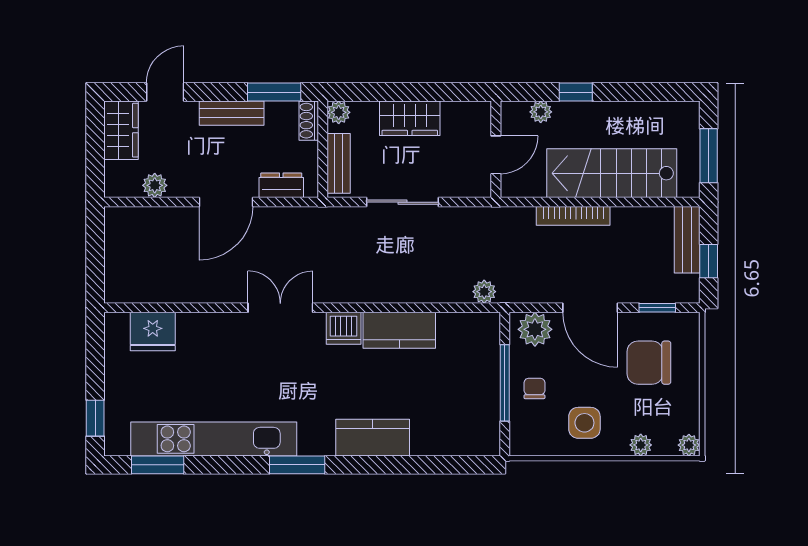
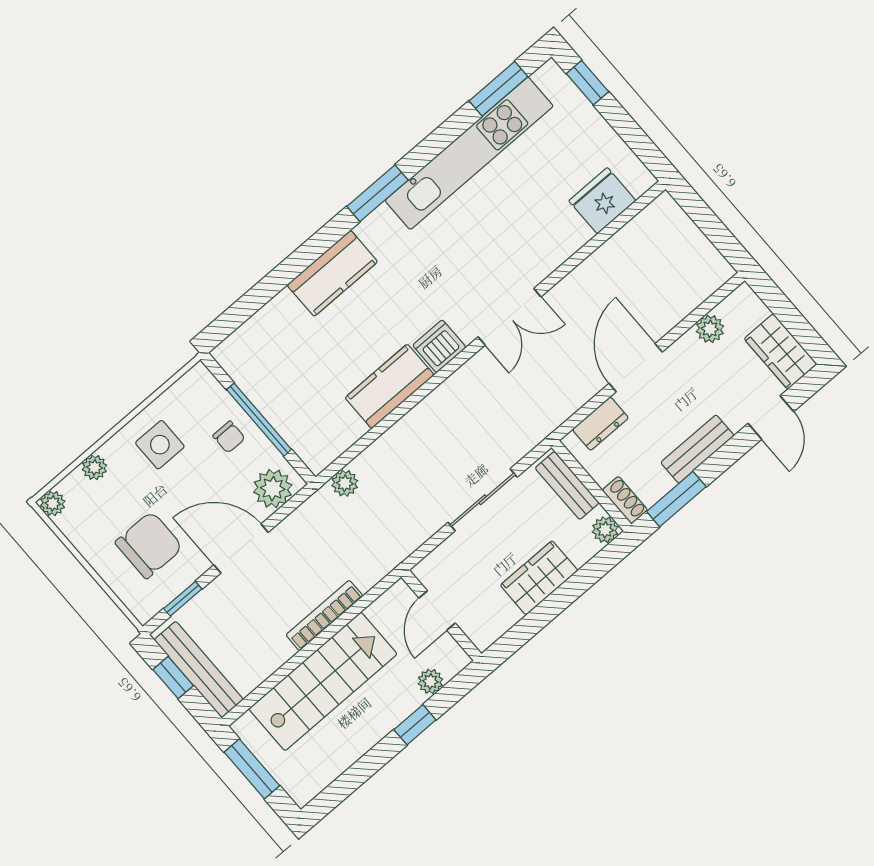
bench: (687, 240) -> (199, 670), width x1.36

